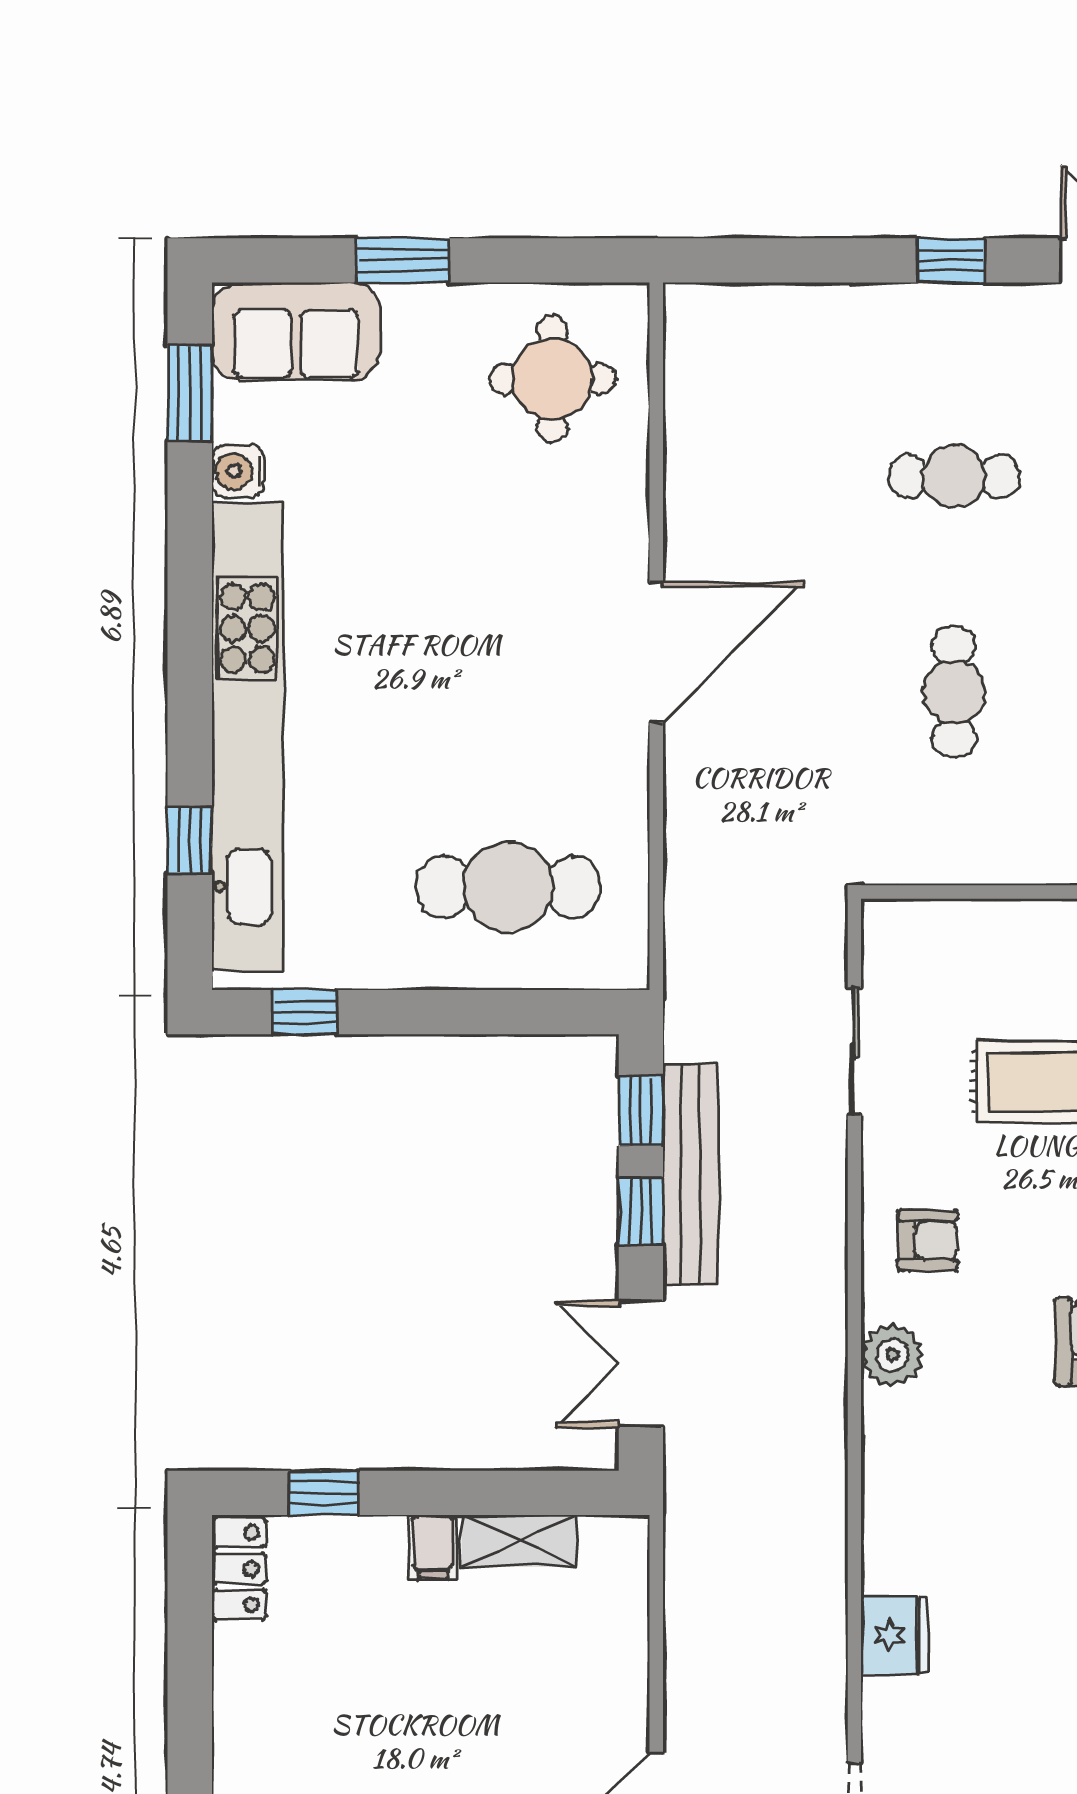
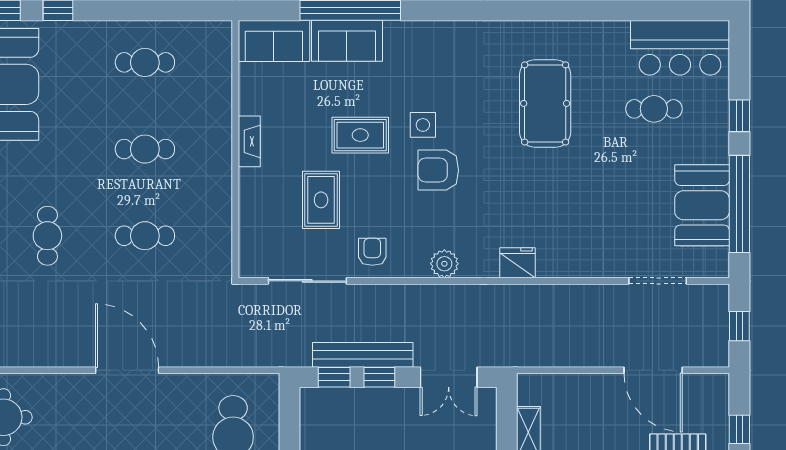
sliding door: (854, 1051) -> (307, 281), width x1.37
armchair: (928, 1240) -> (372, 252), moved
fridge: (894, 1635) -> (517, 263), moved

